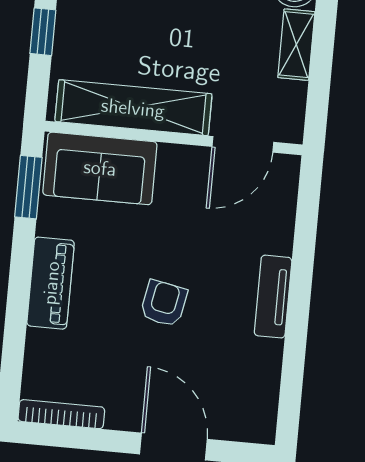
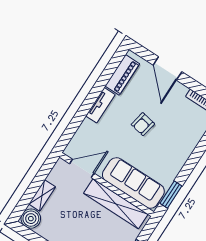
sofa: (100, 168) -> (133, 183), width x1.36
piano: (51, 283) -> (122, 75), moved, turned 180

